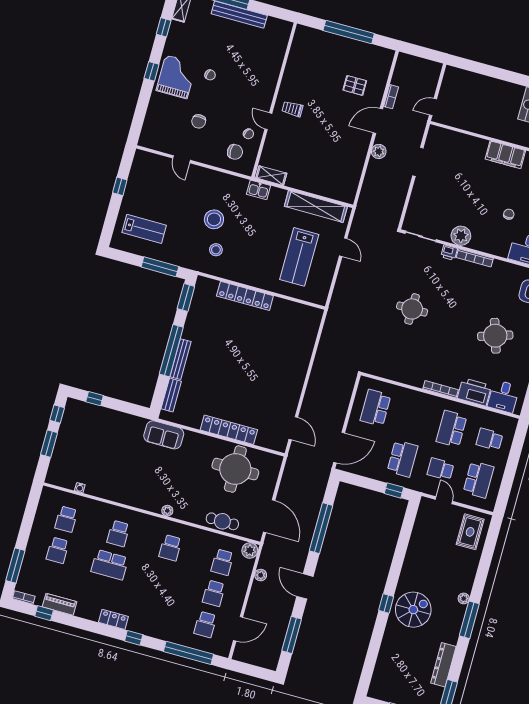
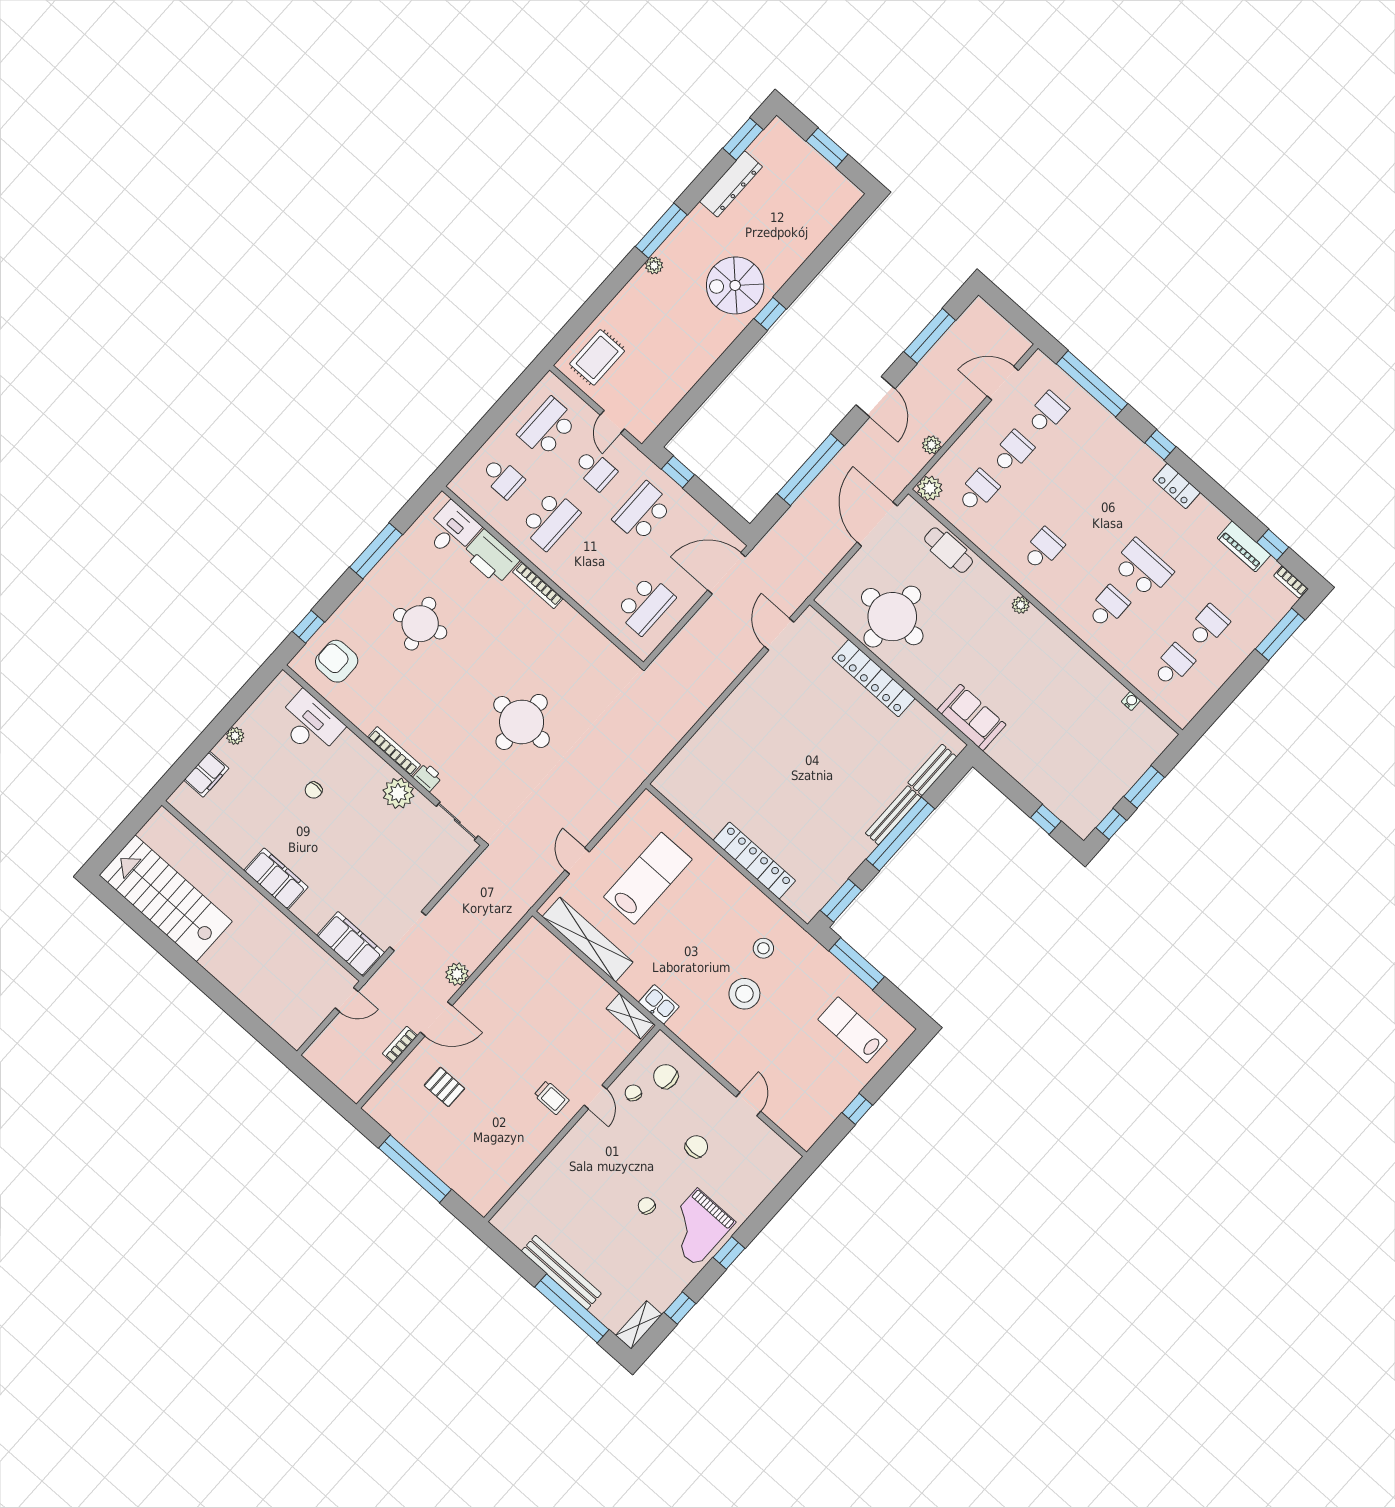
filing cabinet: (446, 139) -> (351, 944), added
round table: (412, 309) -> (522, 722), width x1.36, depth x1.36

